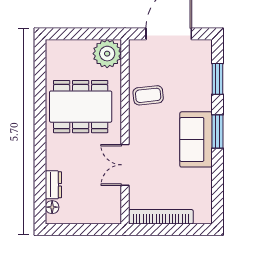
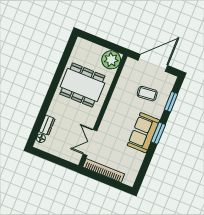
coffee table: (148, 95) -> (147, 94), moved
double door: (125, 165) -> (90, 142), moved

